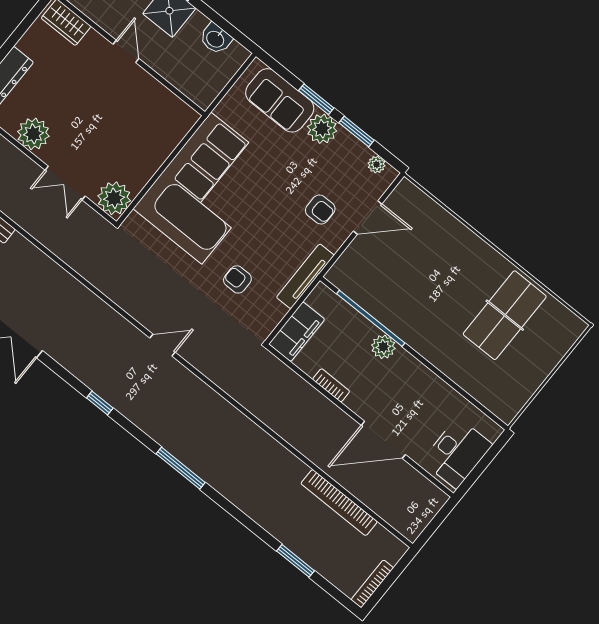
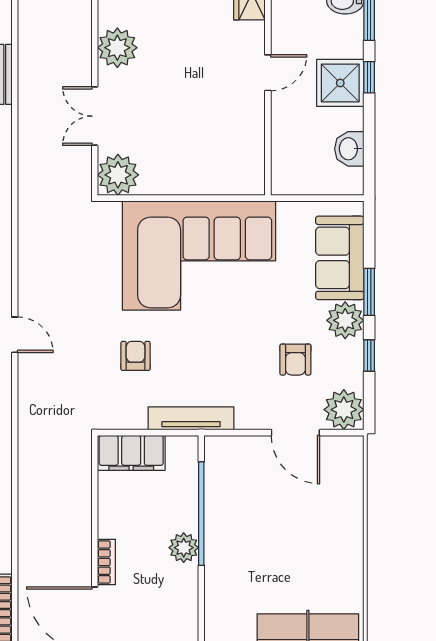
window: (356, 132) -> (369, 355), width x0.67
plant: (377, 164) -> (344, 410), width x1.87, depth x1.87
armchair: (320, 210) -> (295, 360), moved
bookcase: (331, 385) -> (106, 562), moved

